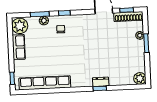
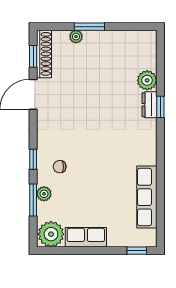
plant: (140, 78) -> (147, 80), moved
row of seats: (45, 83) -> (147, 197), width x0.73

